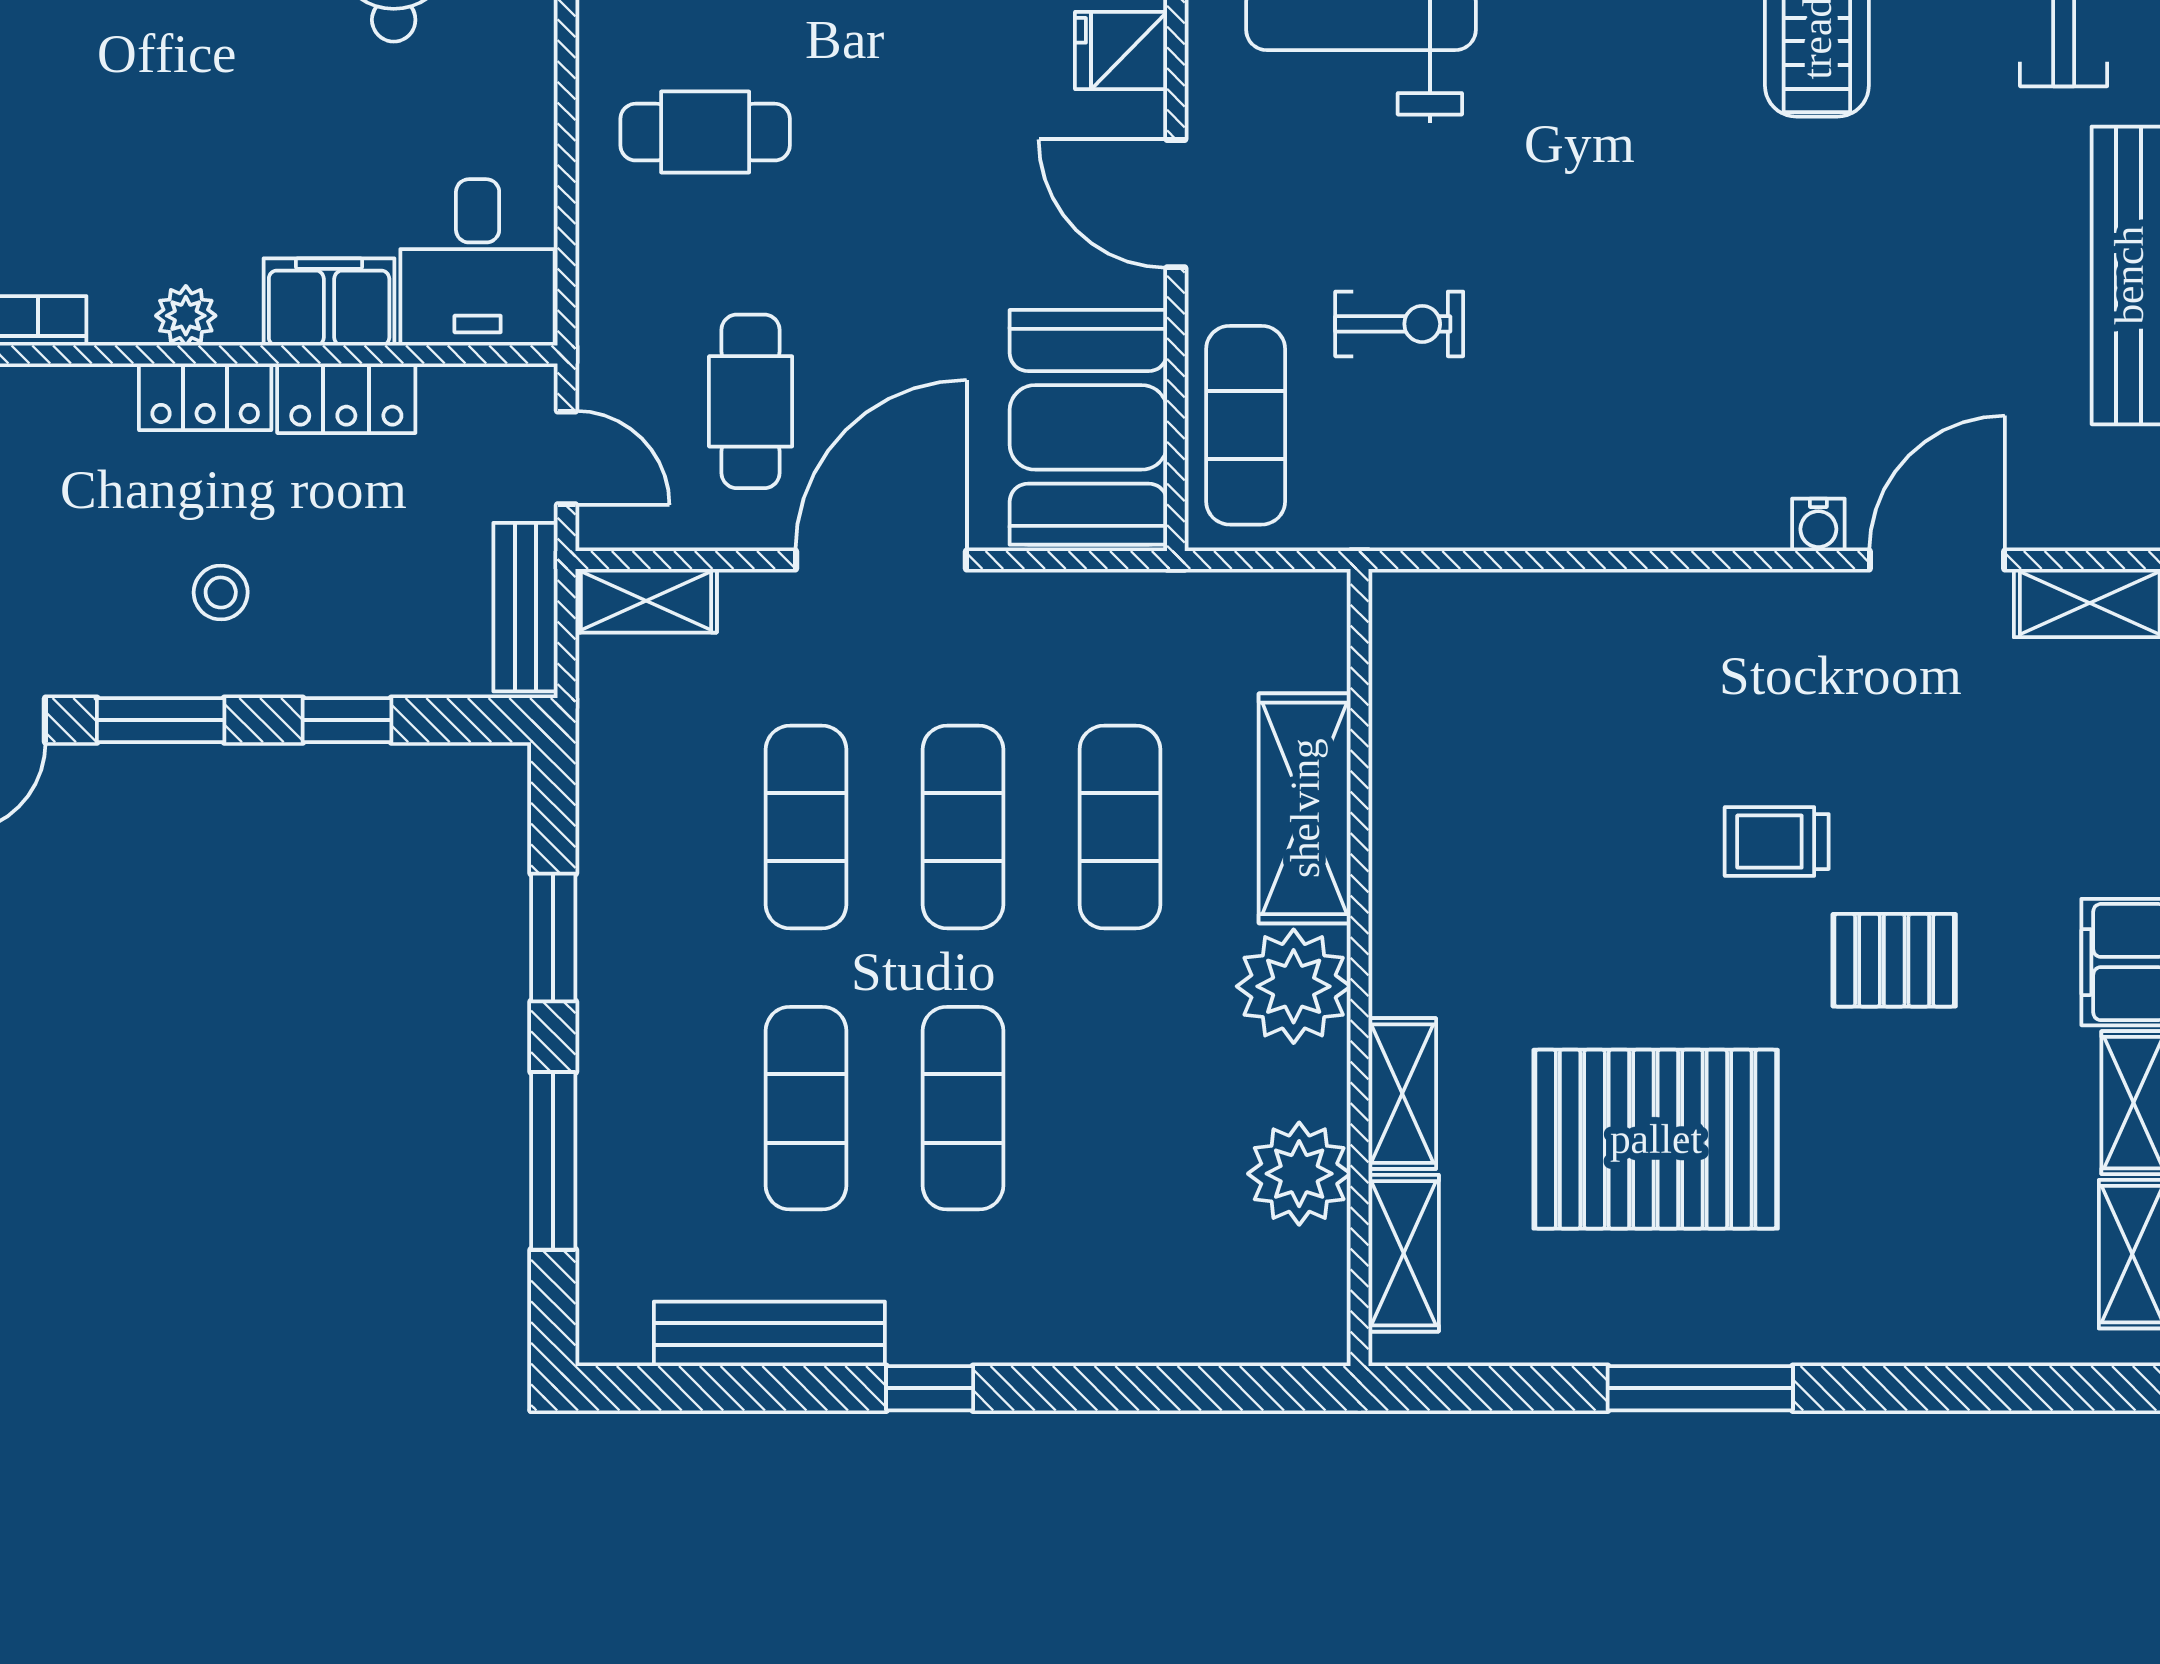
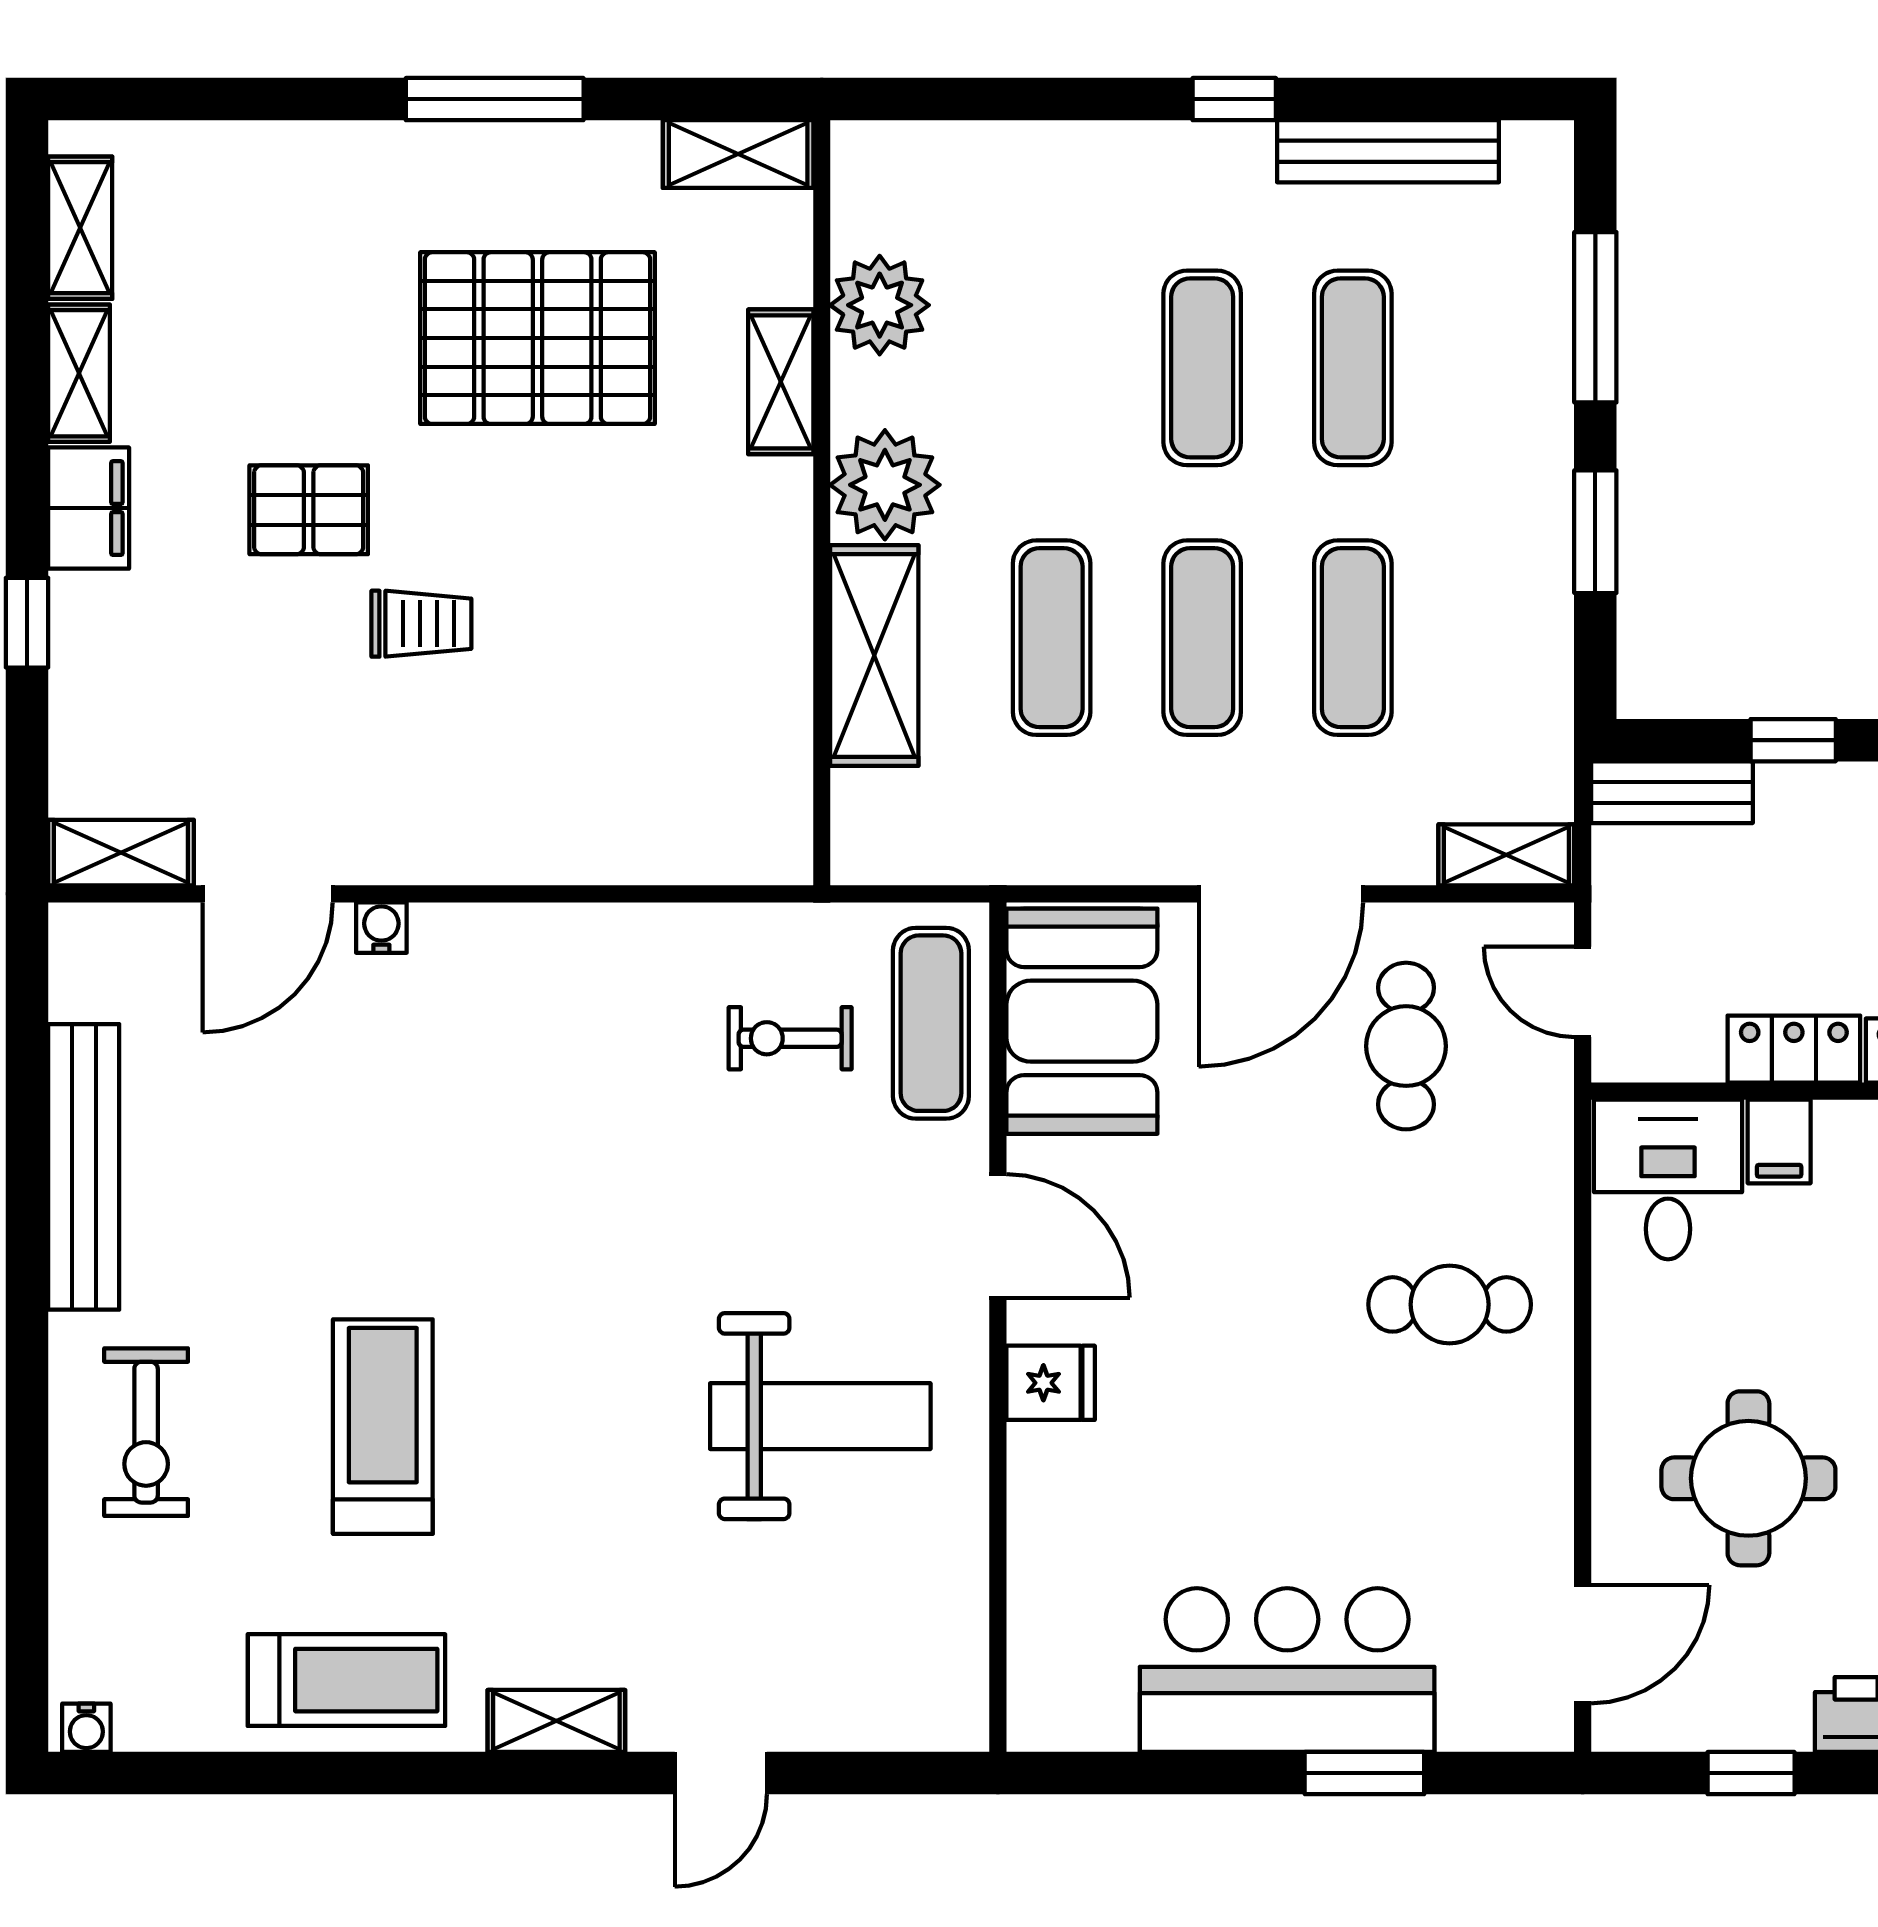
filing cabinet: (329, 302) -> (1779, 1141), width x0.50
exercise bike: (1399, 324) -> (790, 1038), moved
bench: (525, 607) -> (1672, 792), moved, turned 90
shelving: (1404, 1253) -> (738, 154), moved, turned 90

